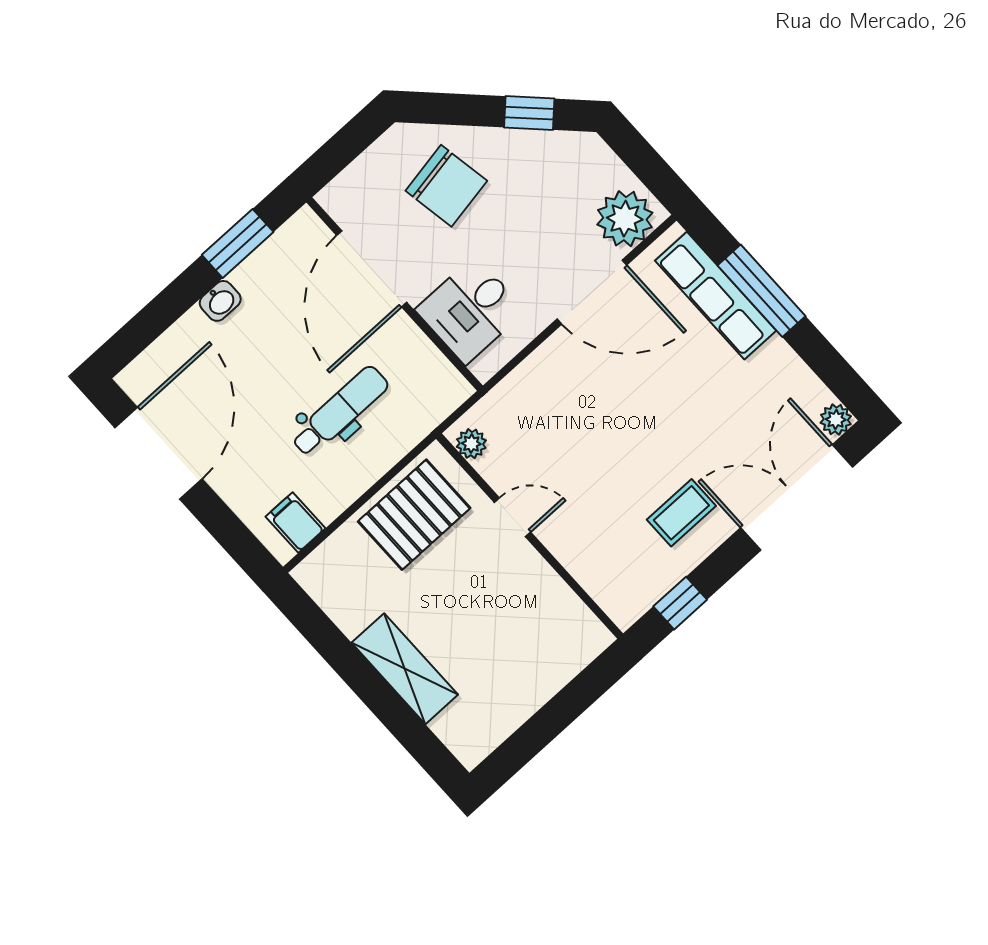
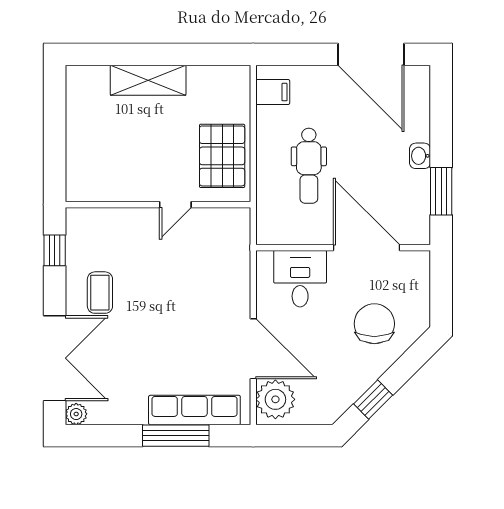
chair: (446, 186) -> (374, 324), turned 100
door: (592, 292) -> (253, 349), swing flipped
plant: (471, 444) -> (232, 218), removed

